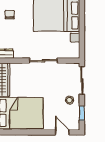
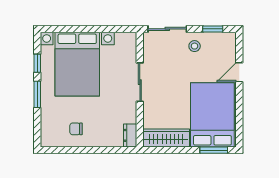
door: (62, 132) -> (239, 72), moved

